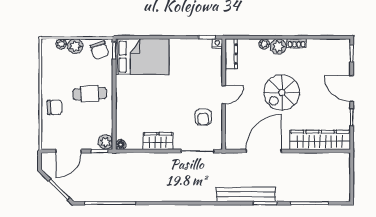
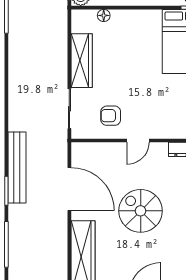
door: (224, 95) -> (138, 140), hinge flipped
wardrobe: (158, 141) -> (82, 61), width x1.50
floor lamp: (121, 145) -> (104, 15), moved

